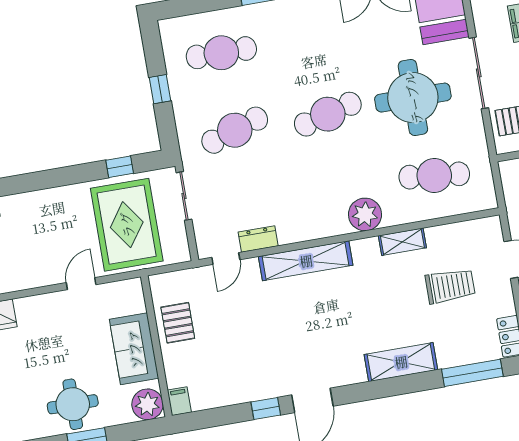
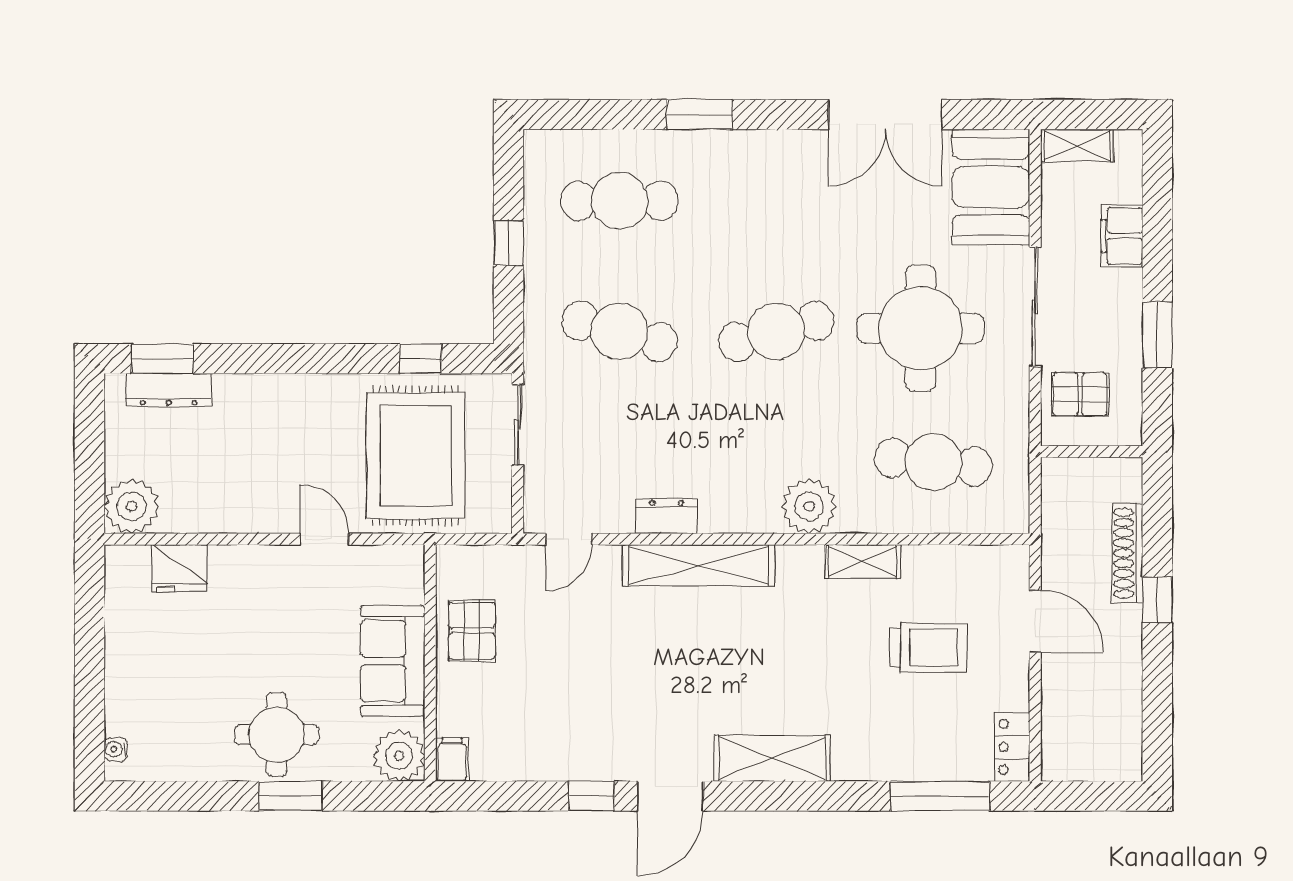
cafe table: (235, 130) -> (619, 331), turned 33
dresser: (258, 239) -> (667, 516), moved
door: (81, 284) -> (325, 539), hinge flipped
shelving: (401, 362) -> (772, 758), moved

